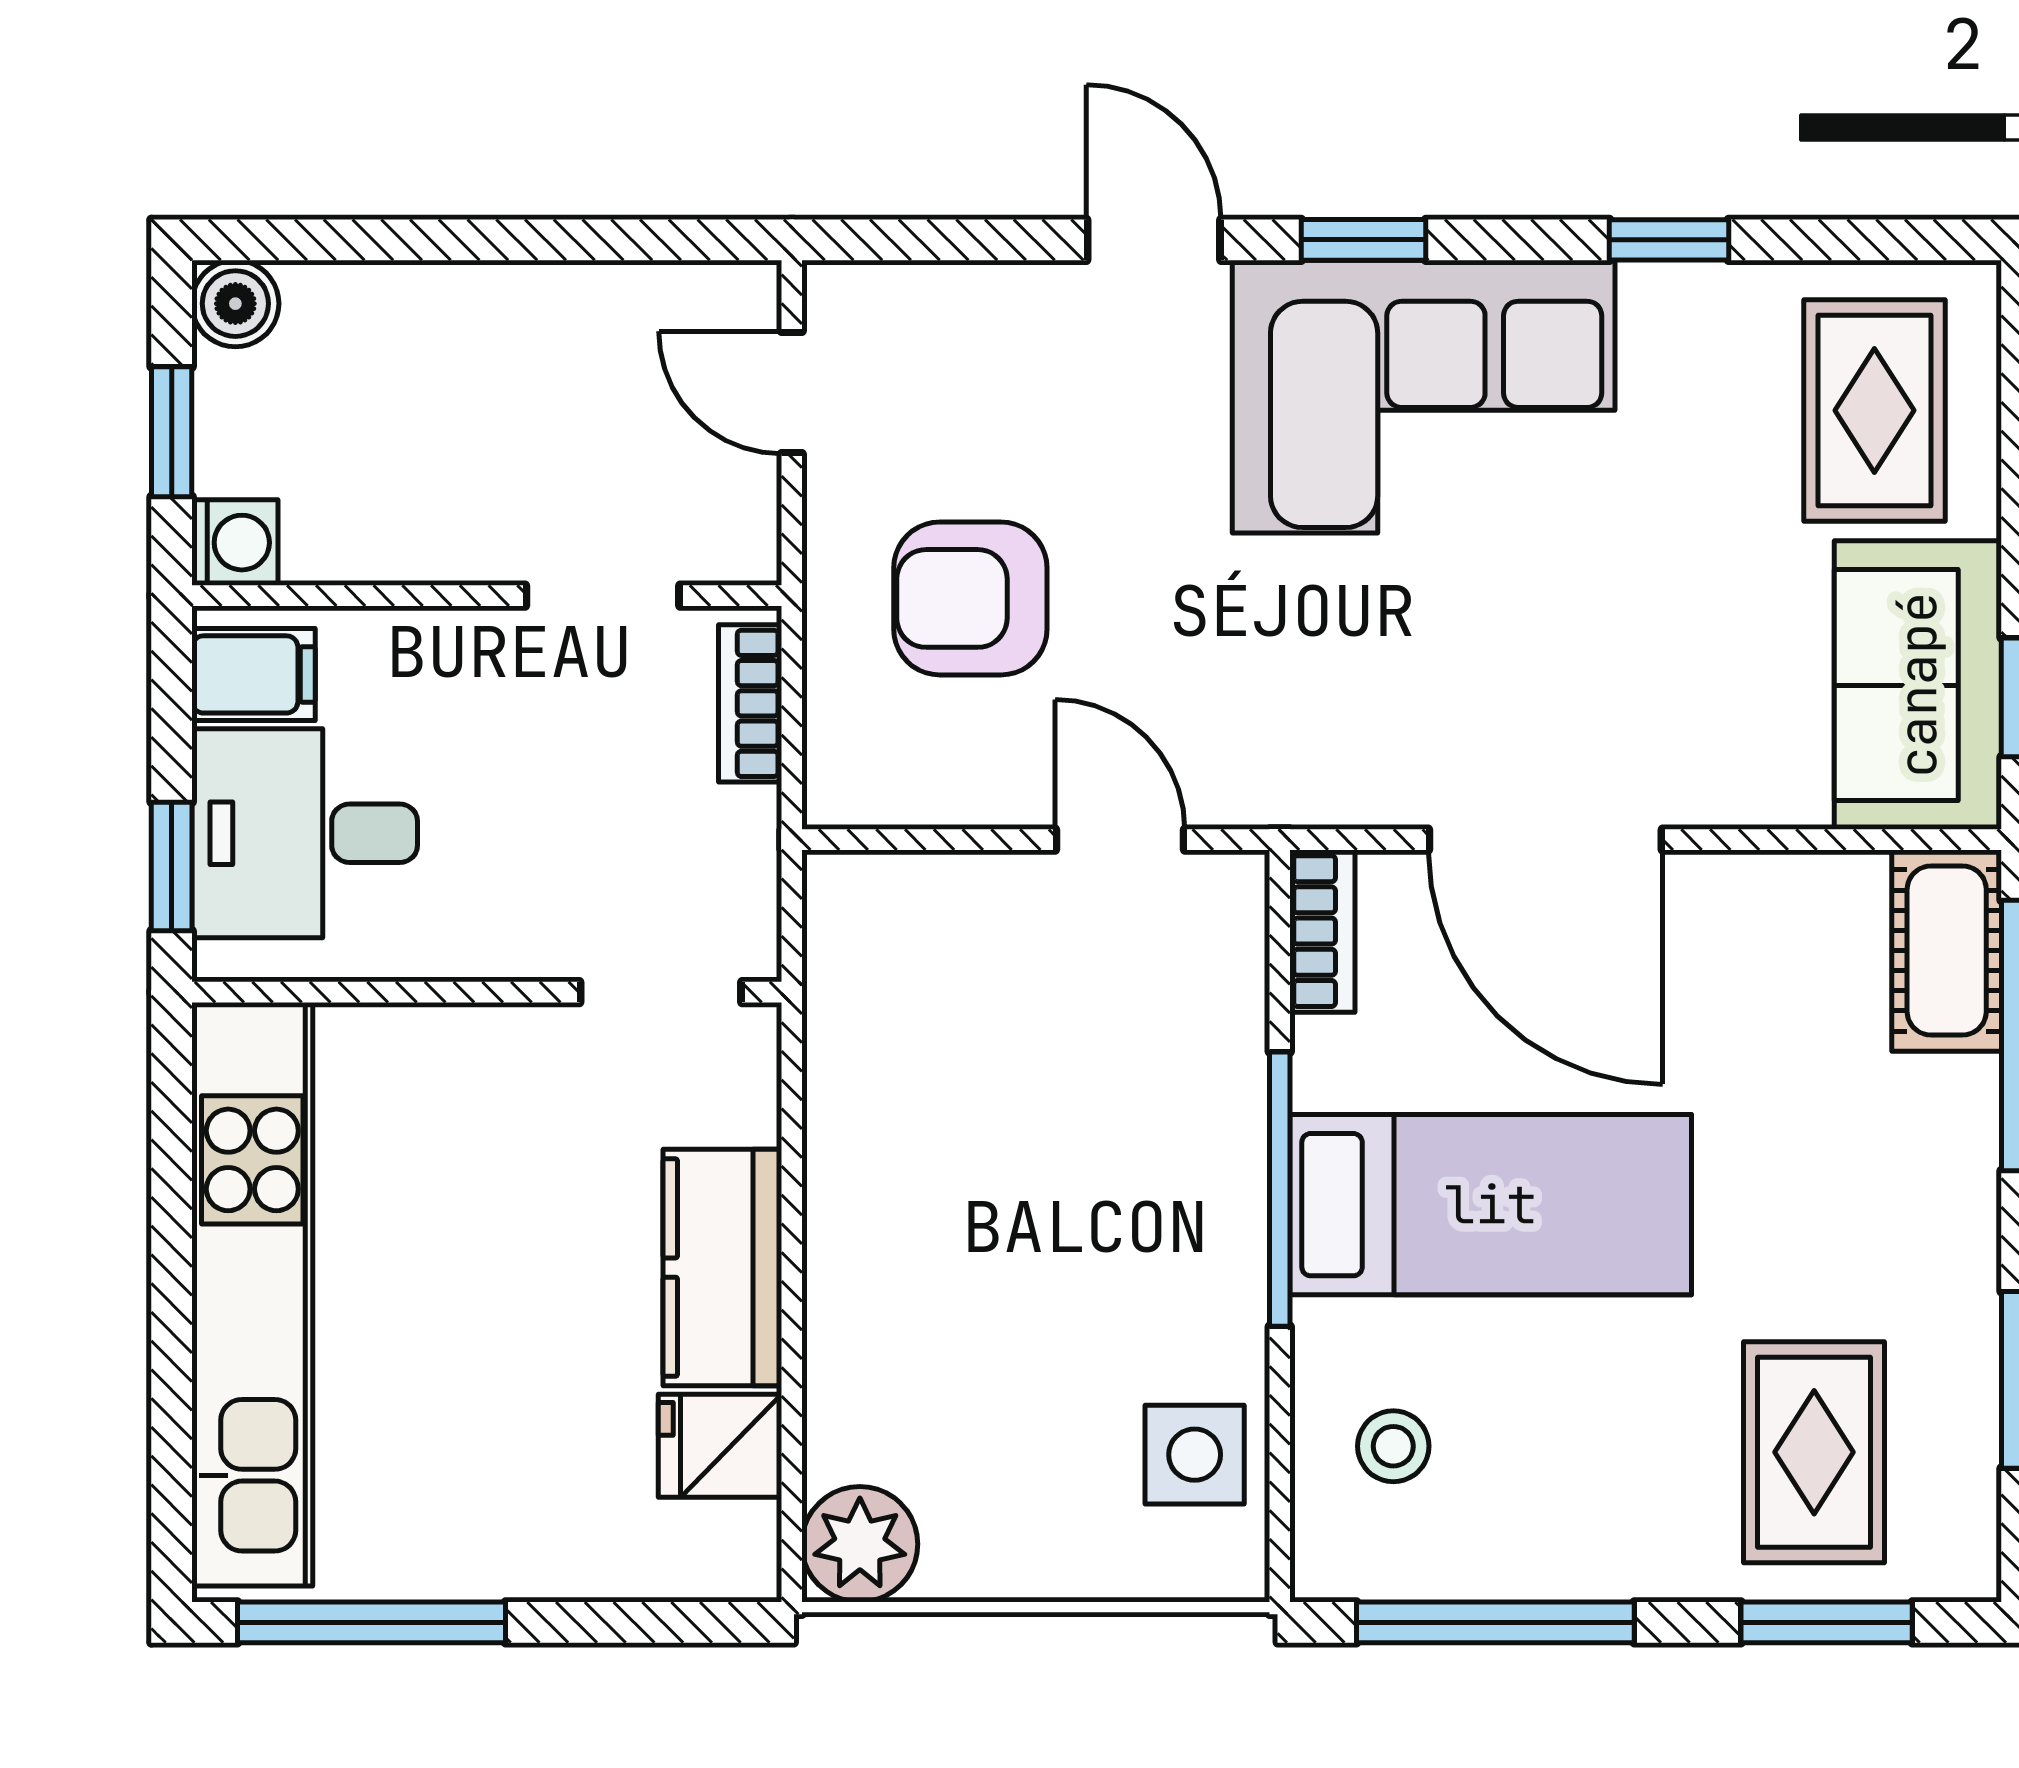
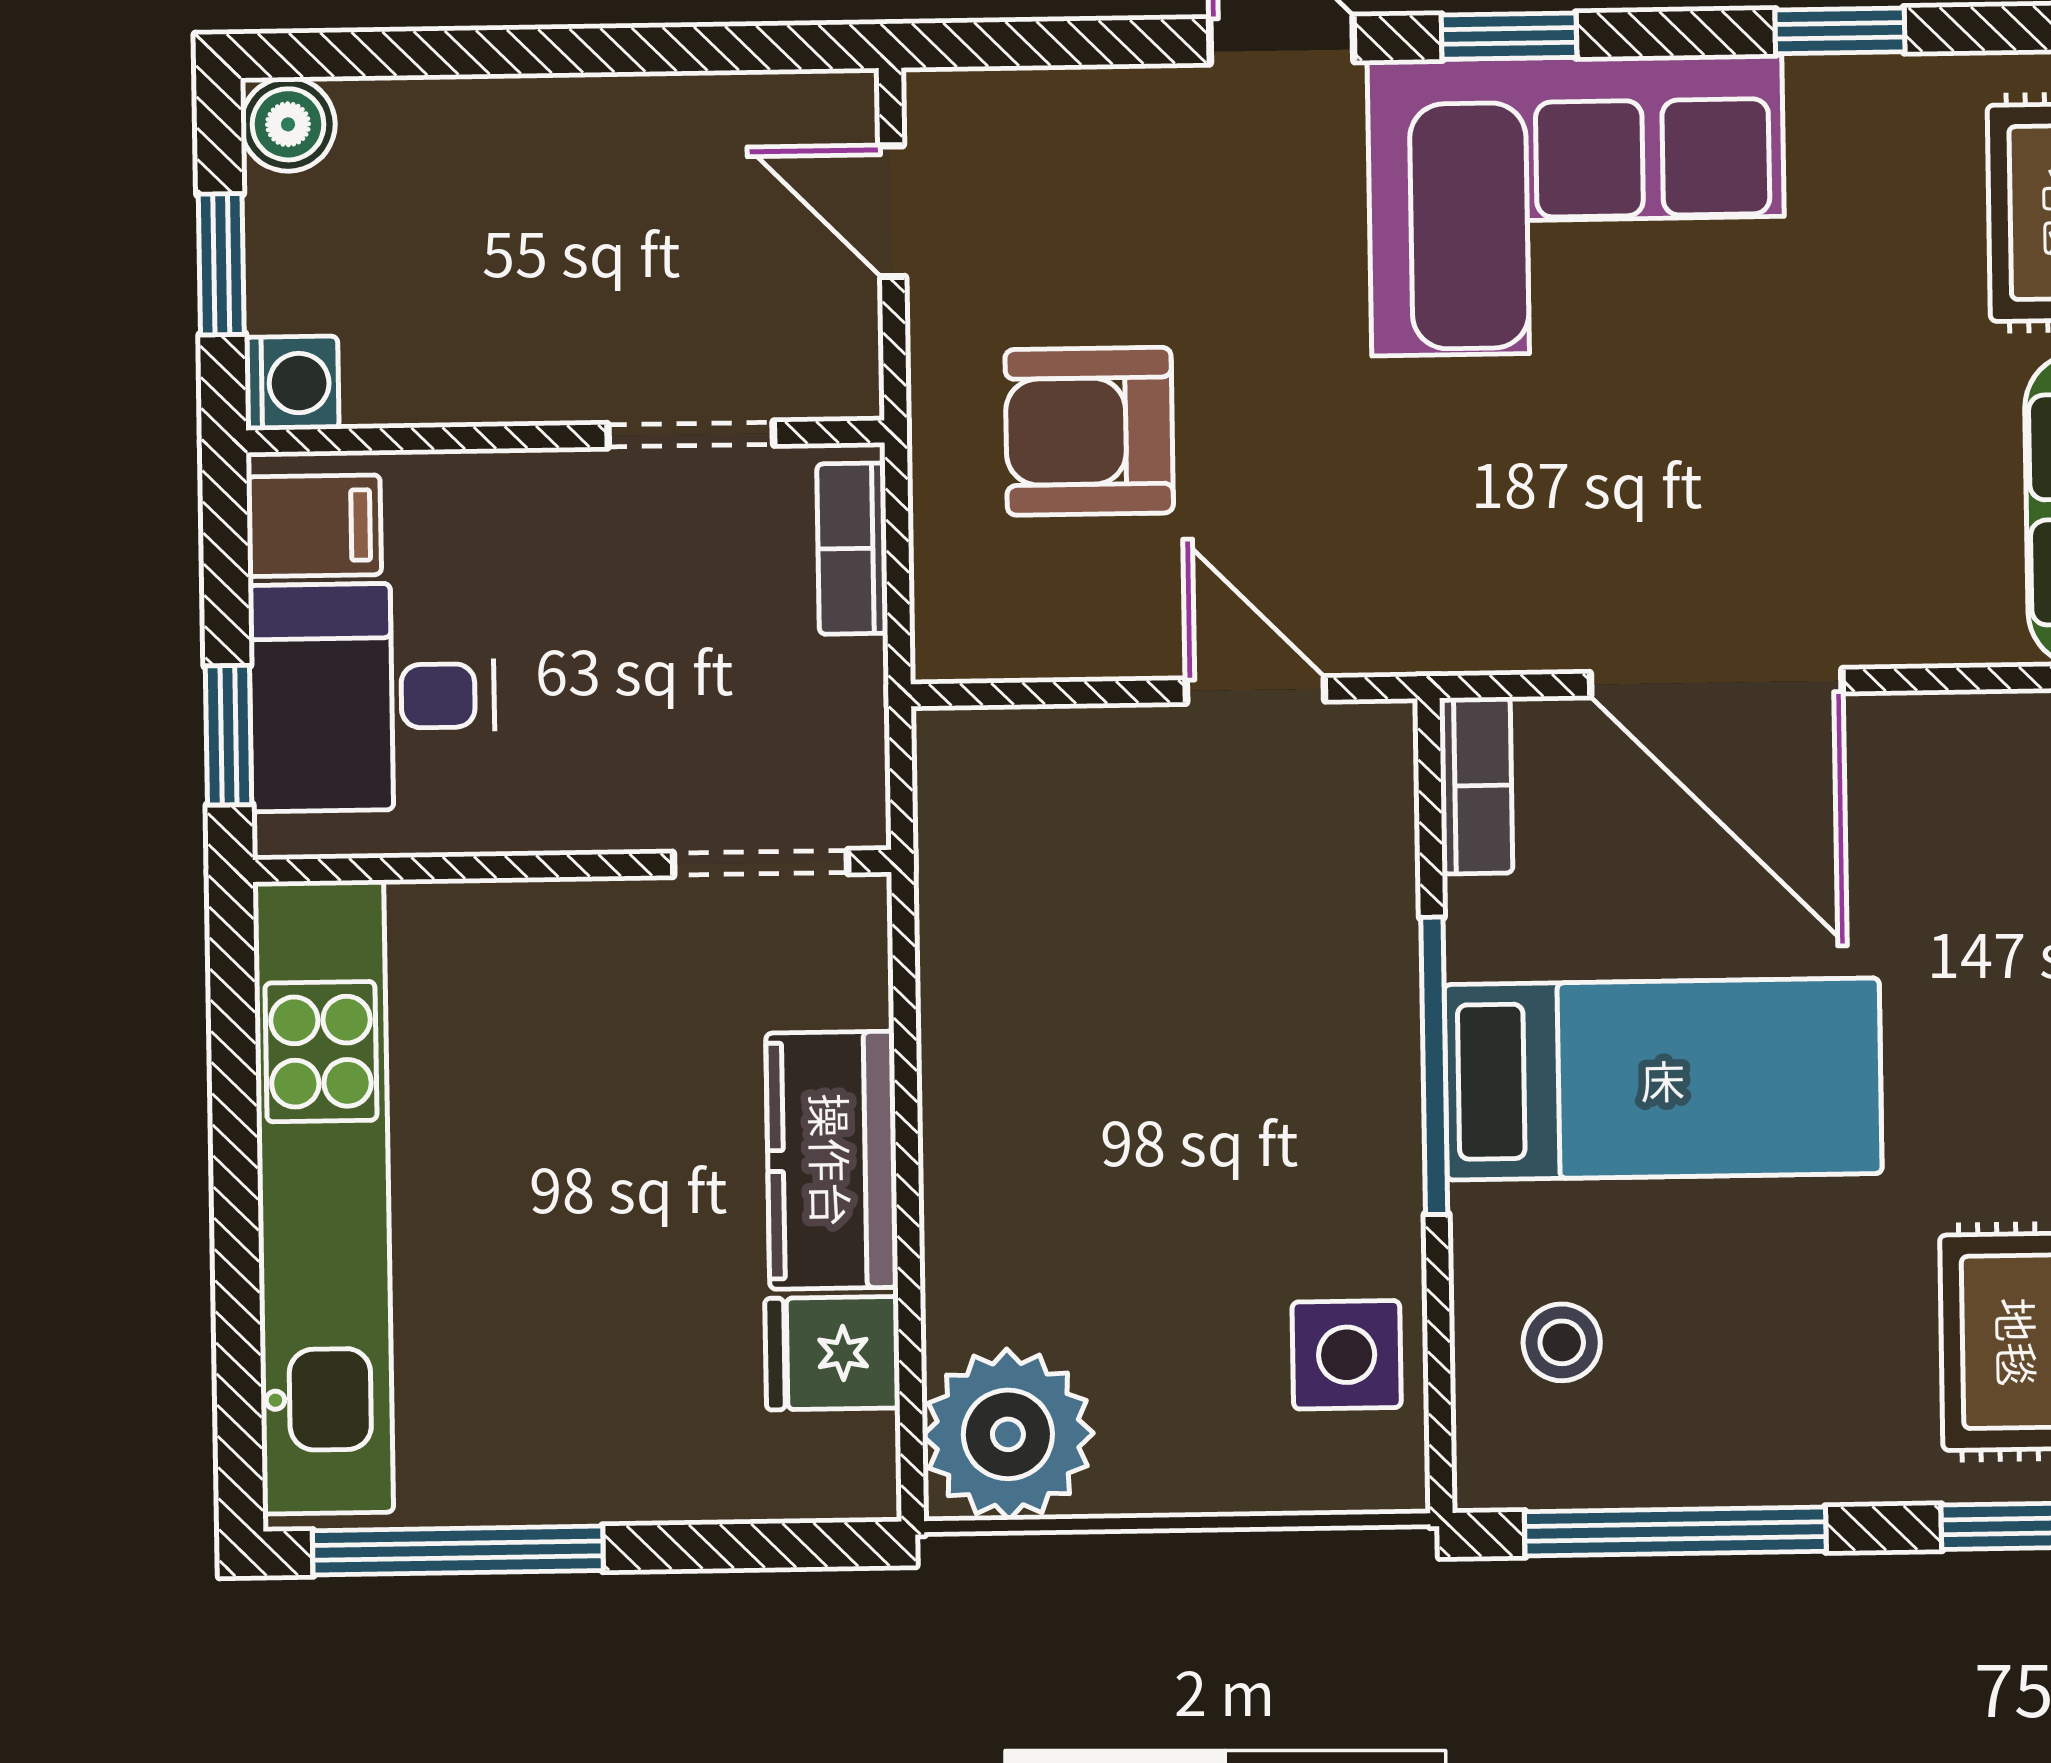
plant: (860, 1544) -> (1008, 1434), width x1.36, depth x1.36

